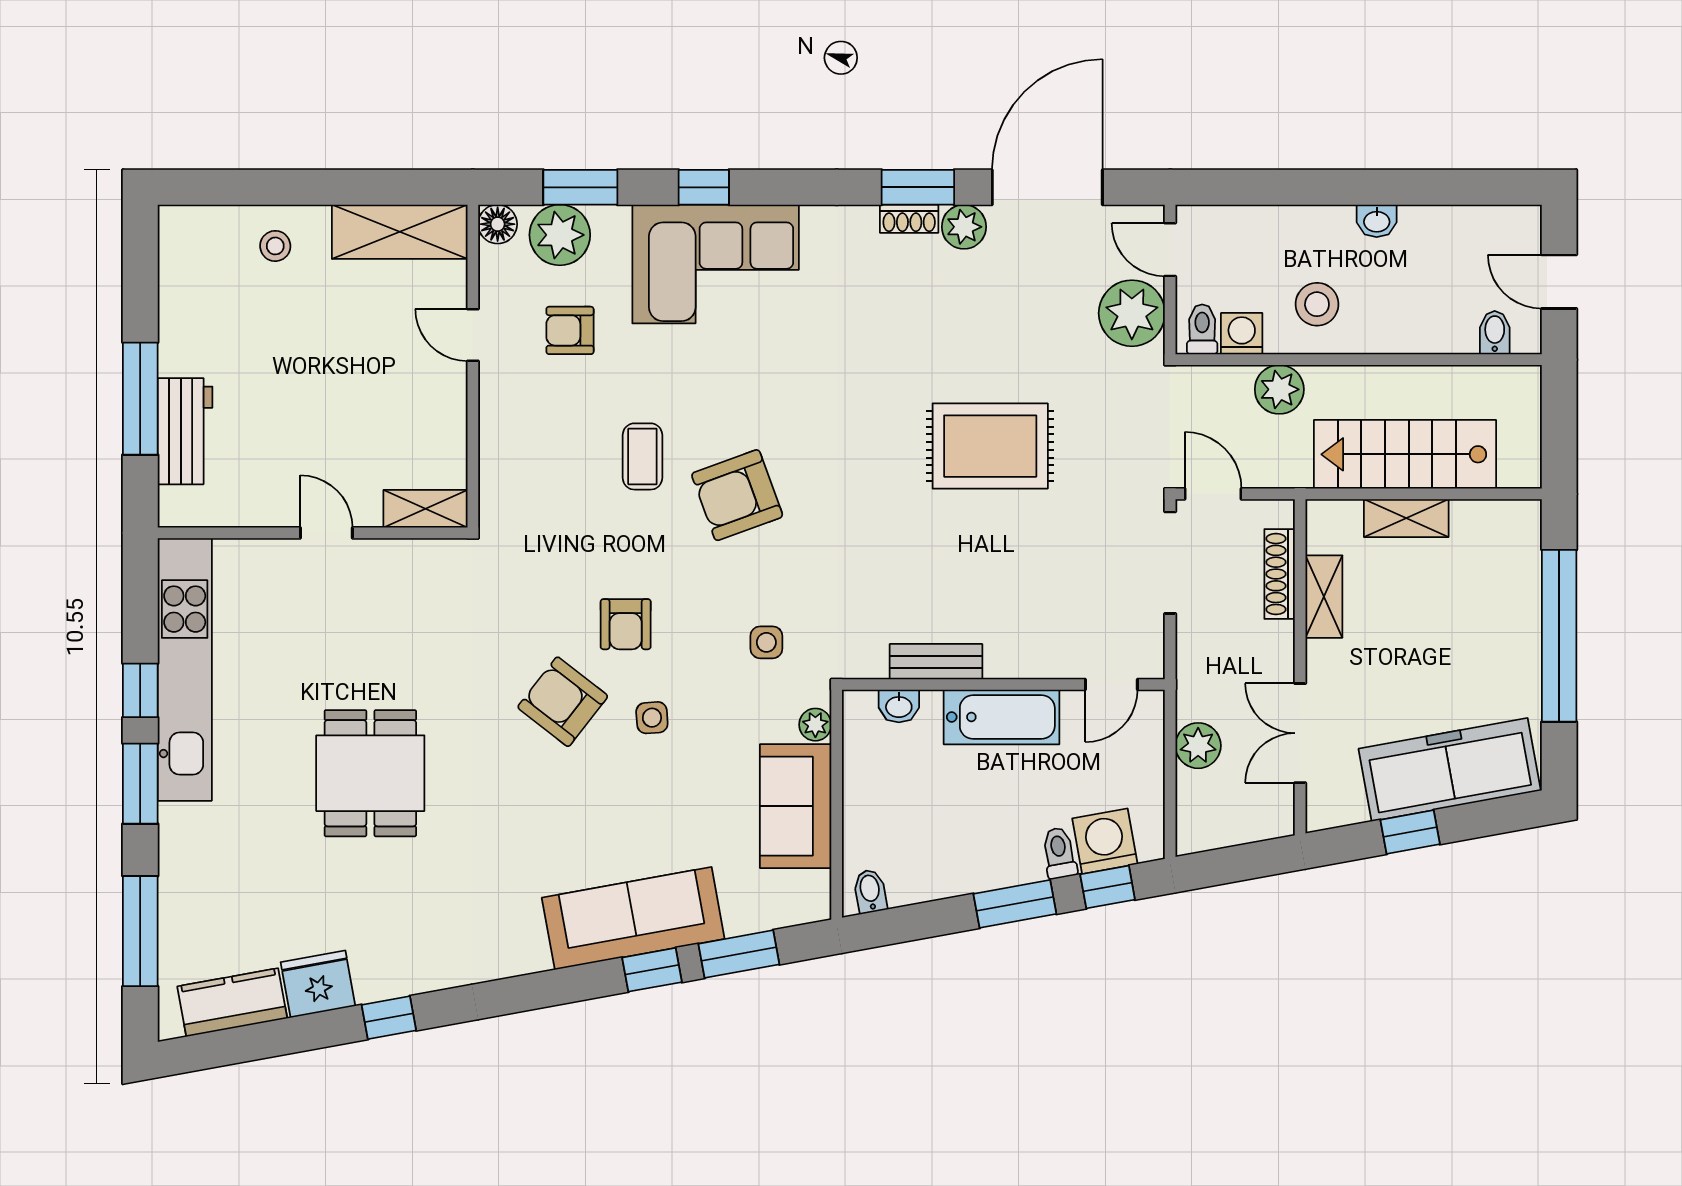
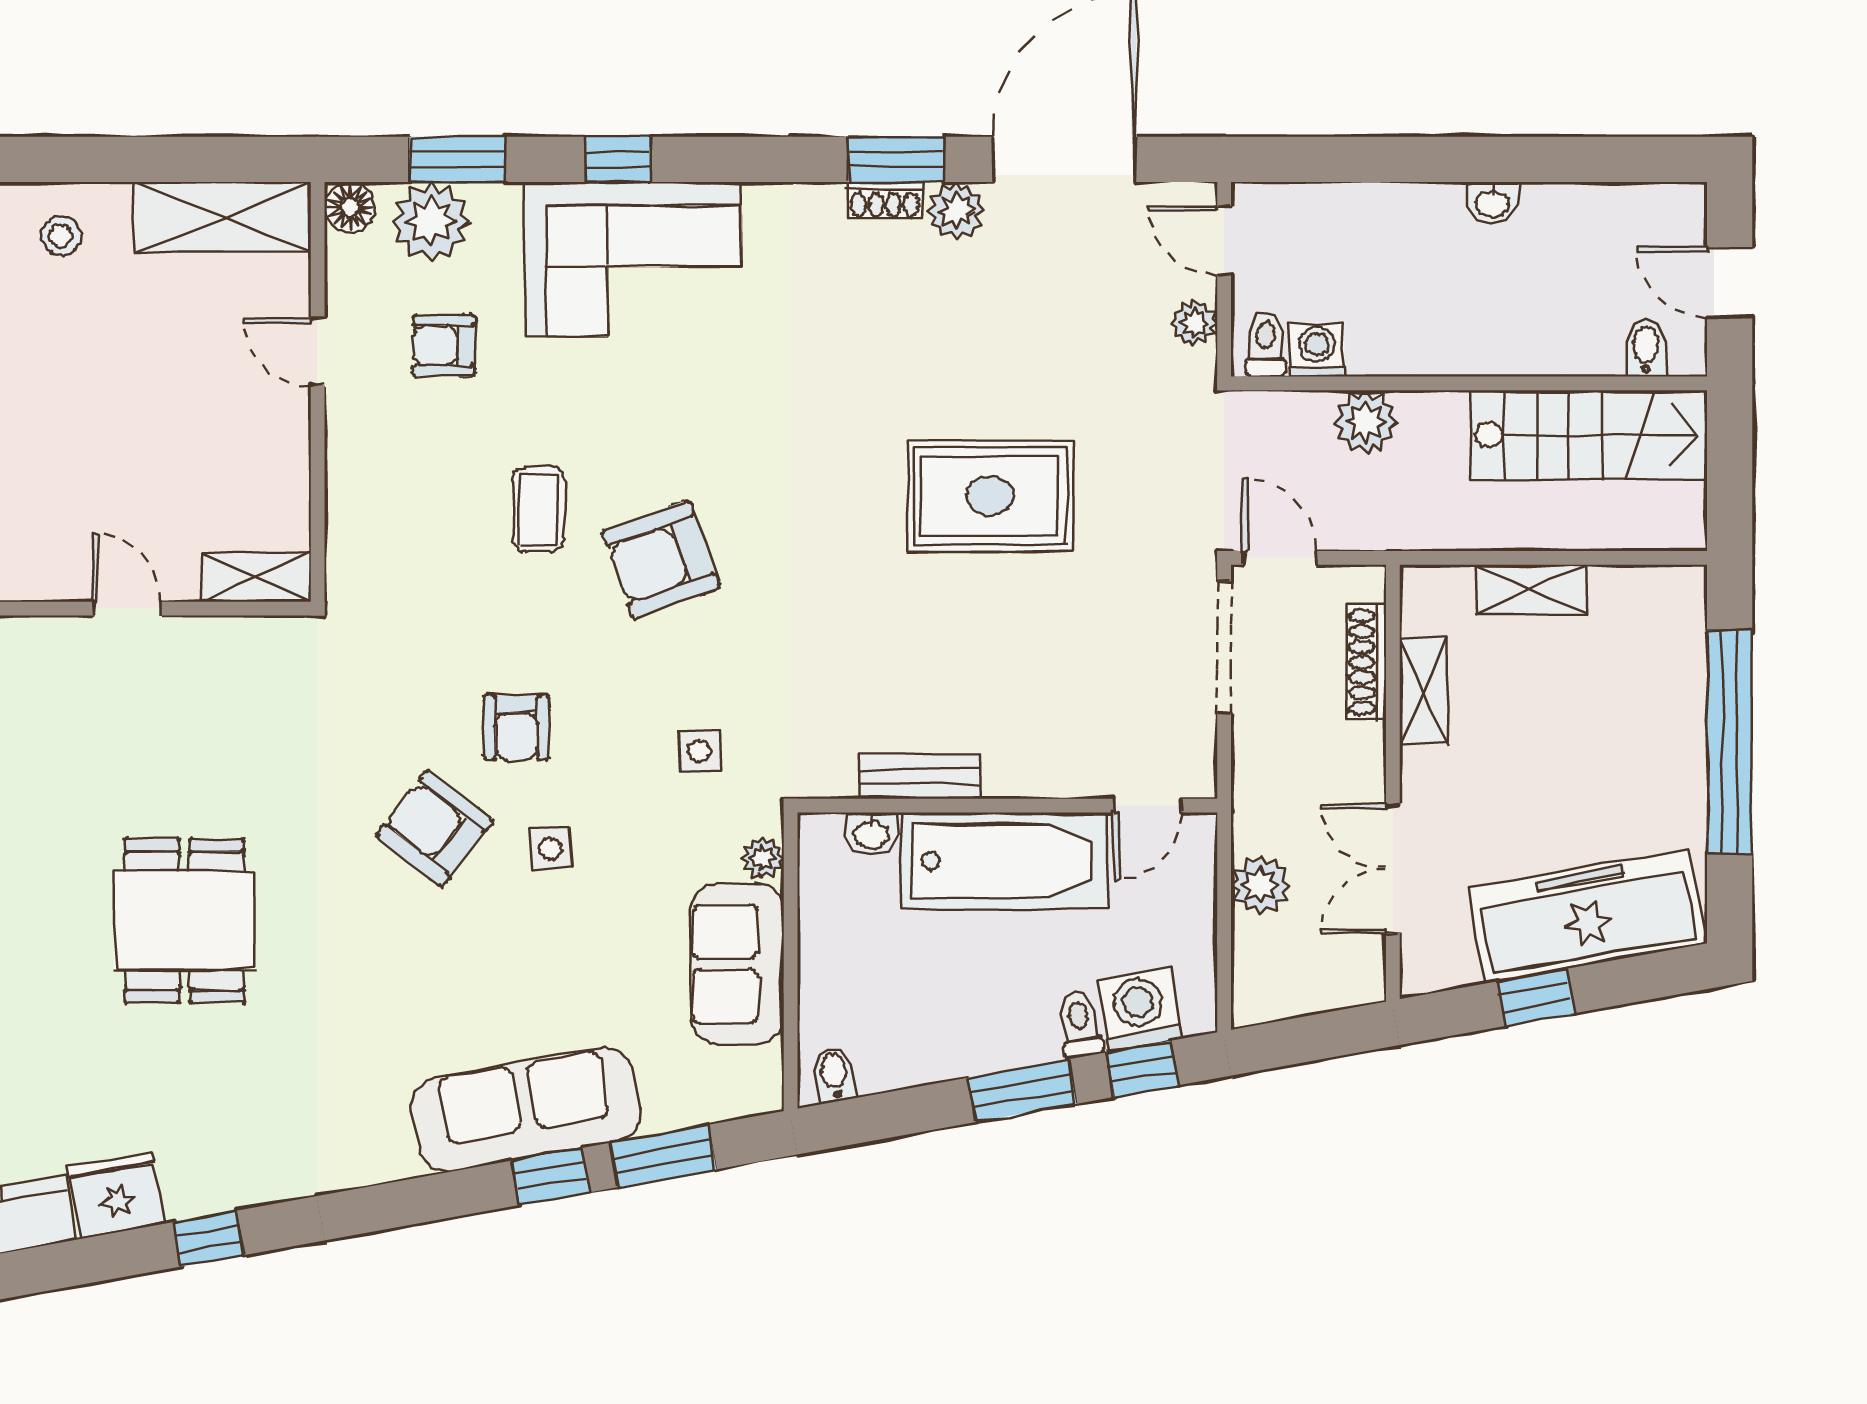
stool: (1317, 304) -> (1415, 311), removed
plant: (1132, 313) -> (1194, 323), width x0.53, depth x0.53
stairs: (1405, 454) -> (1589, 435), moved, turned 180
bathtub: (1001, 717) -> (1005, 861), width x1.36, depth x1.36

